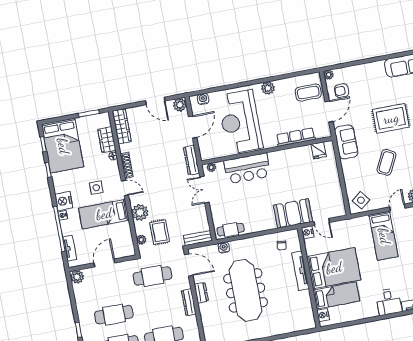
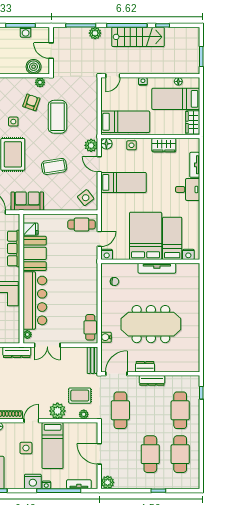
coffee table: (386, 162) -> (54, 166), turned -36
bar counter: (247, 168) -> (35, 300), width x1.36
cafe table: (333, 201) -> (82, 225), added
booth: (293, 213) -> (35, 253), moved
tv unit: (300, 271) -> (157, 268), moved

